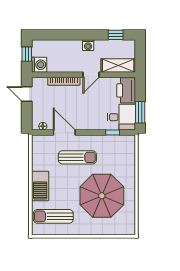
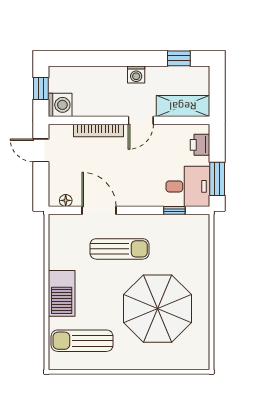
printer: (126, 90) -> (200, 145), width x0.53, depth x0.68

